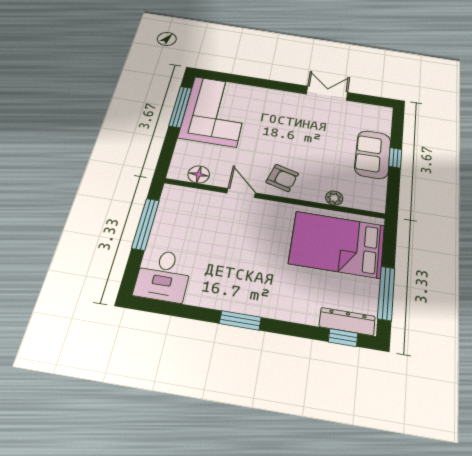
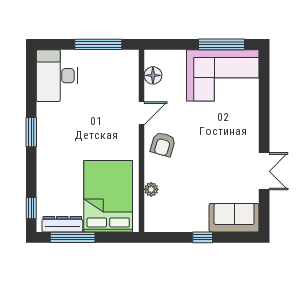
sofa: (373, 154) -> (234, 218), moved
desk: (163, 275) -> (57, 76), width x1.37
dresser: (347, 321) -> (62, 224), moved, turned -90

